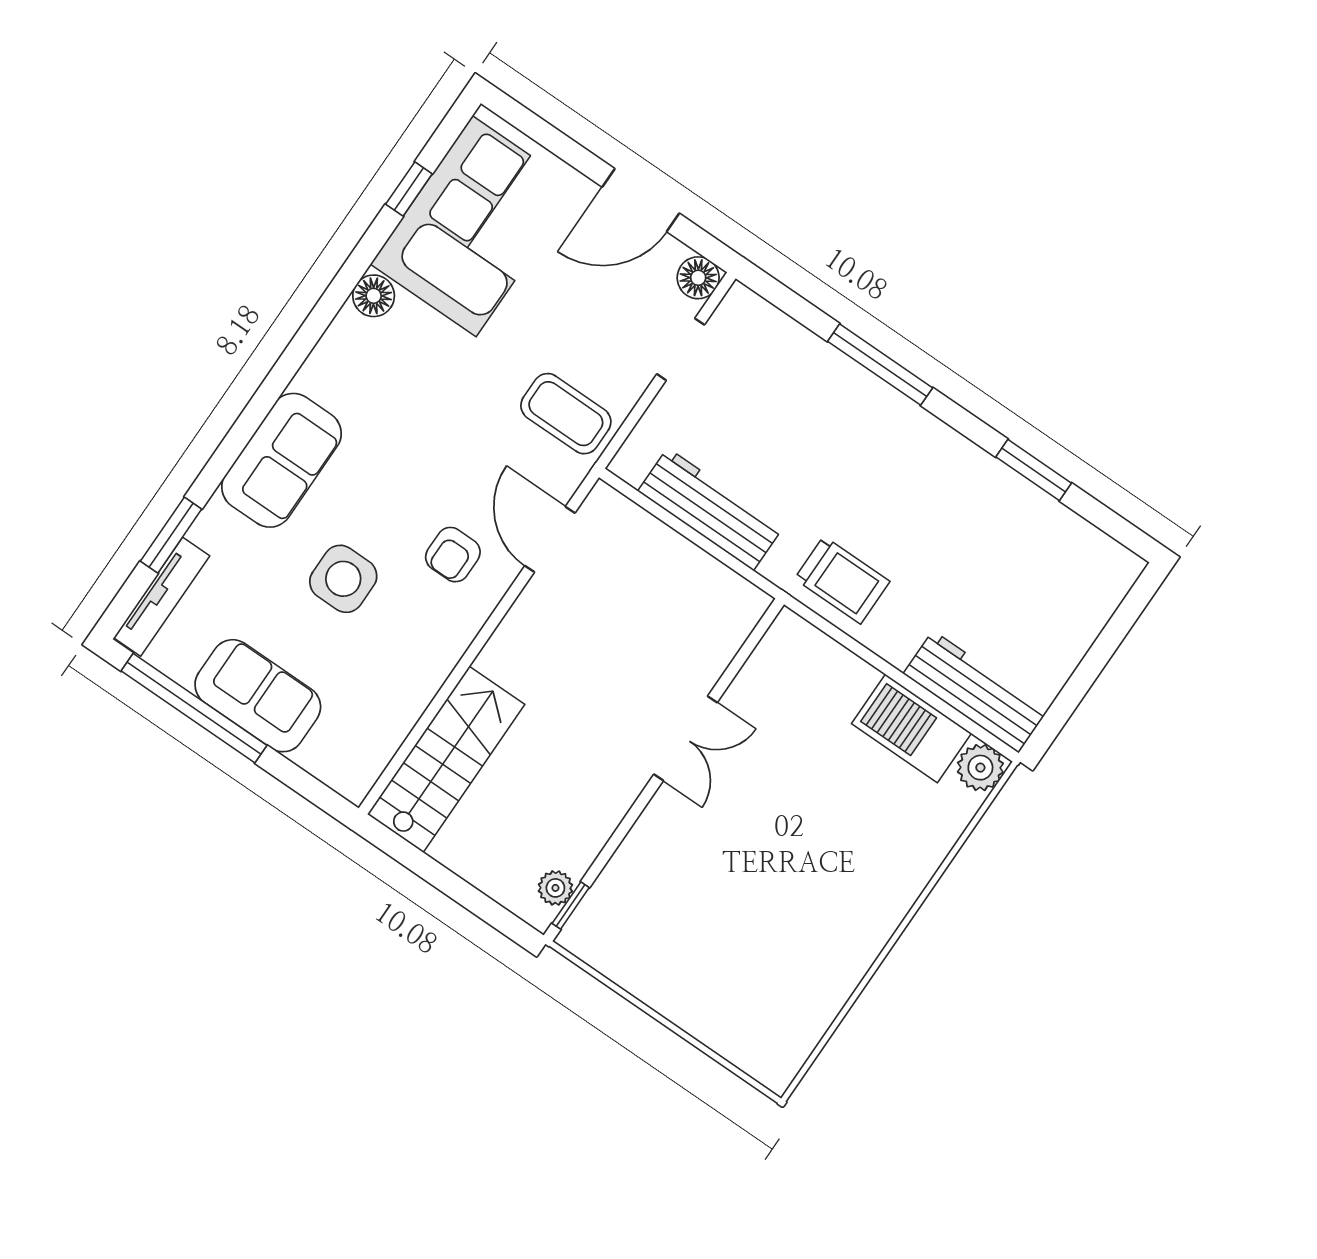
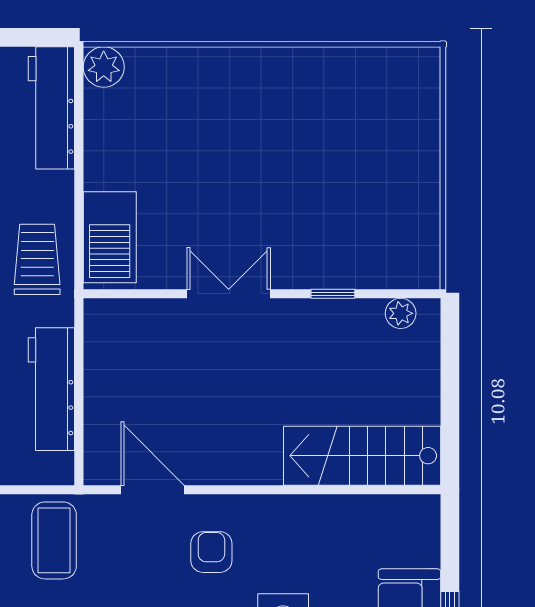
door: (550, 539) -> (152, 490), swing flipped
armchair: (453, 555) -> (211, 552), turned -90
barbecue: (911, 728) -> (110, 237), moved
window: (571, 905) -> (333, 294), moved

